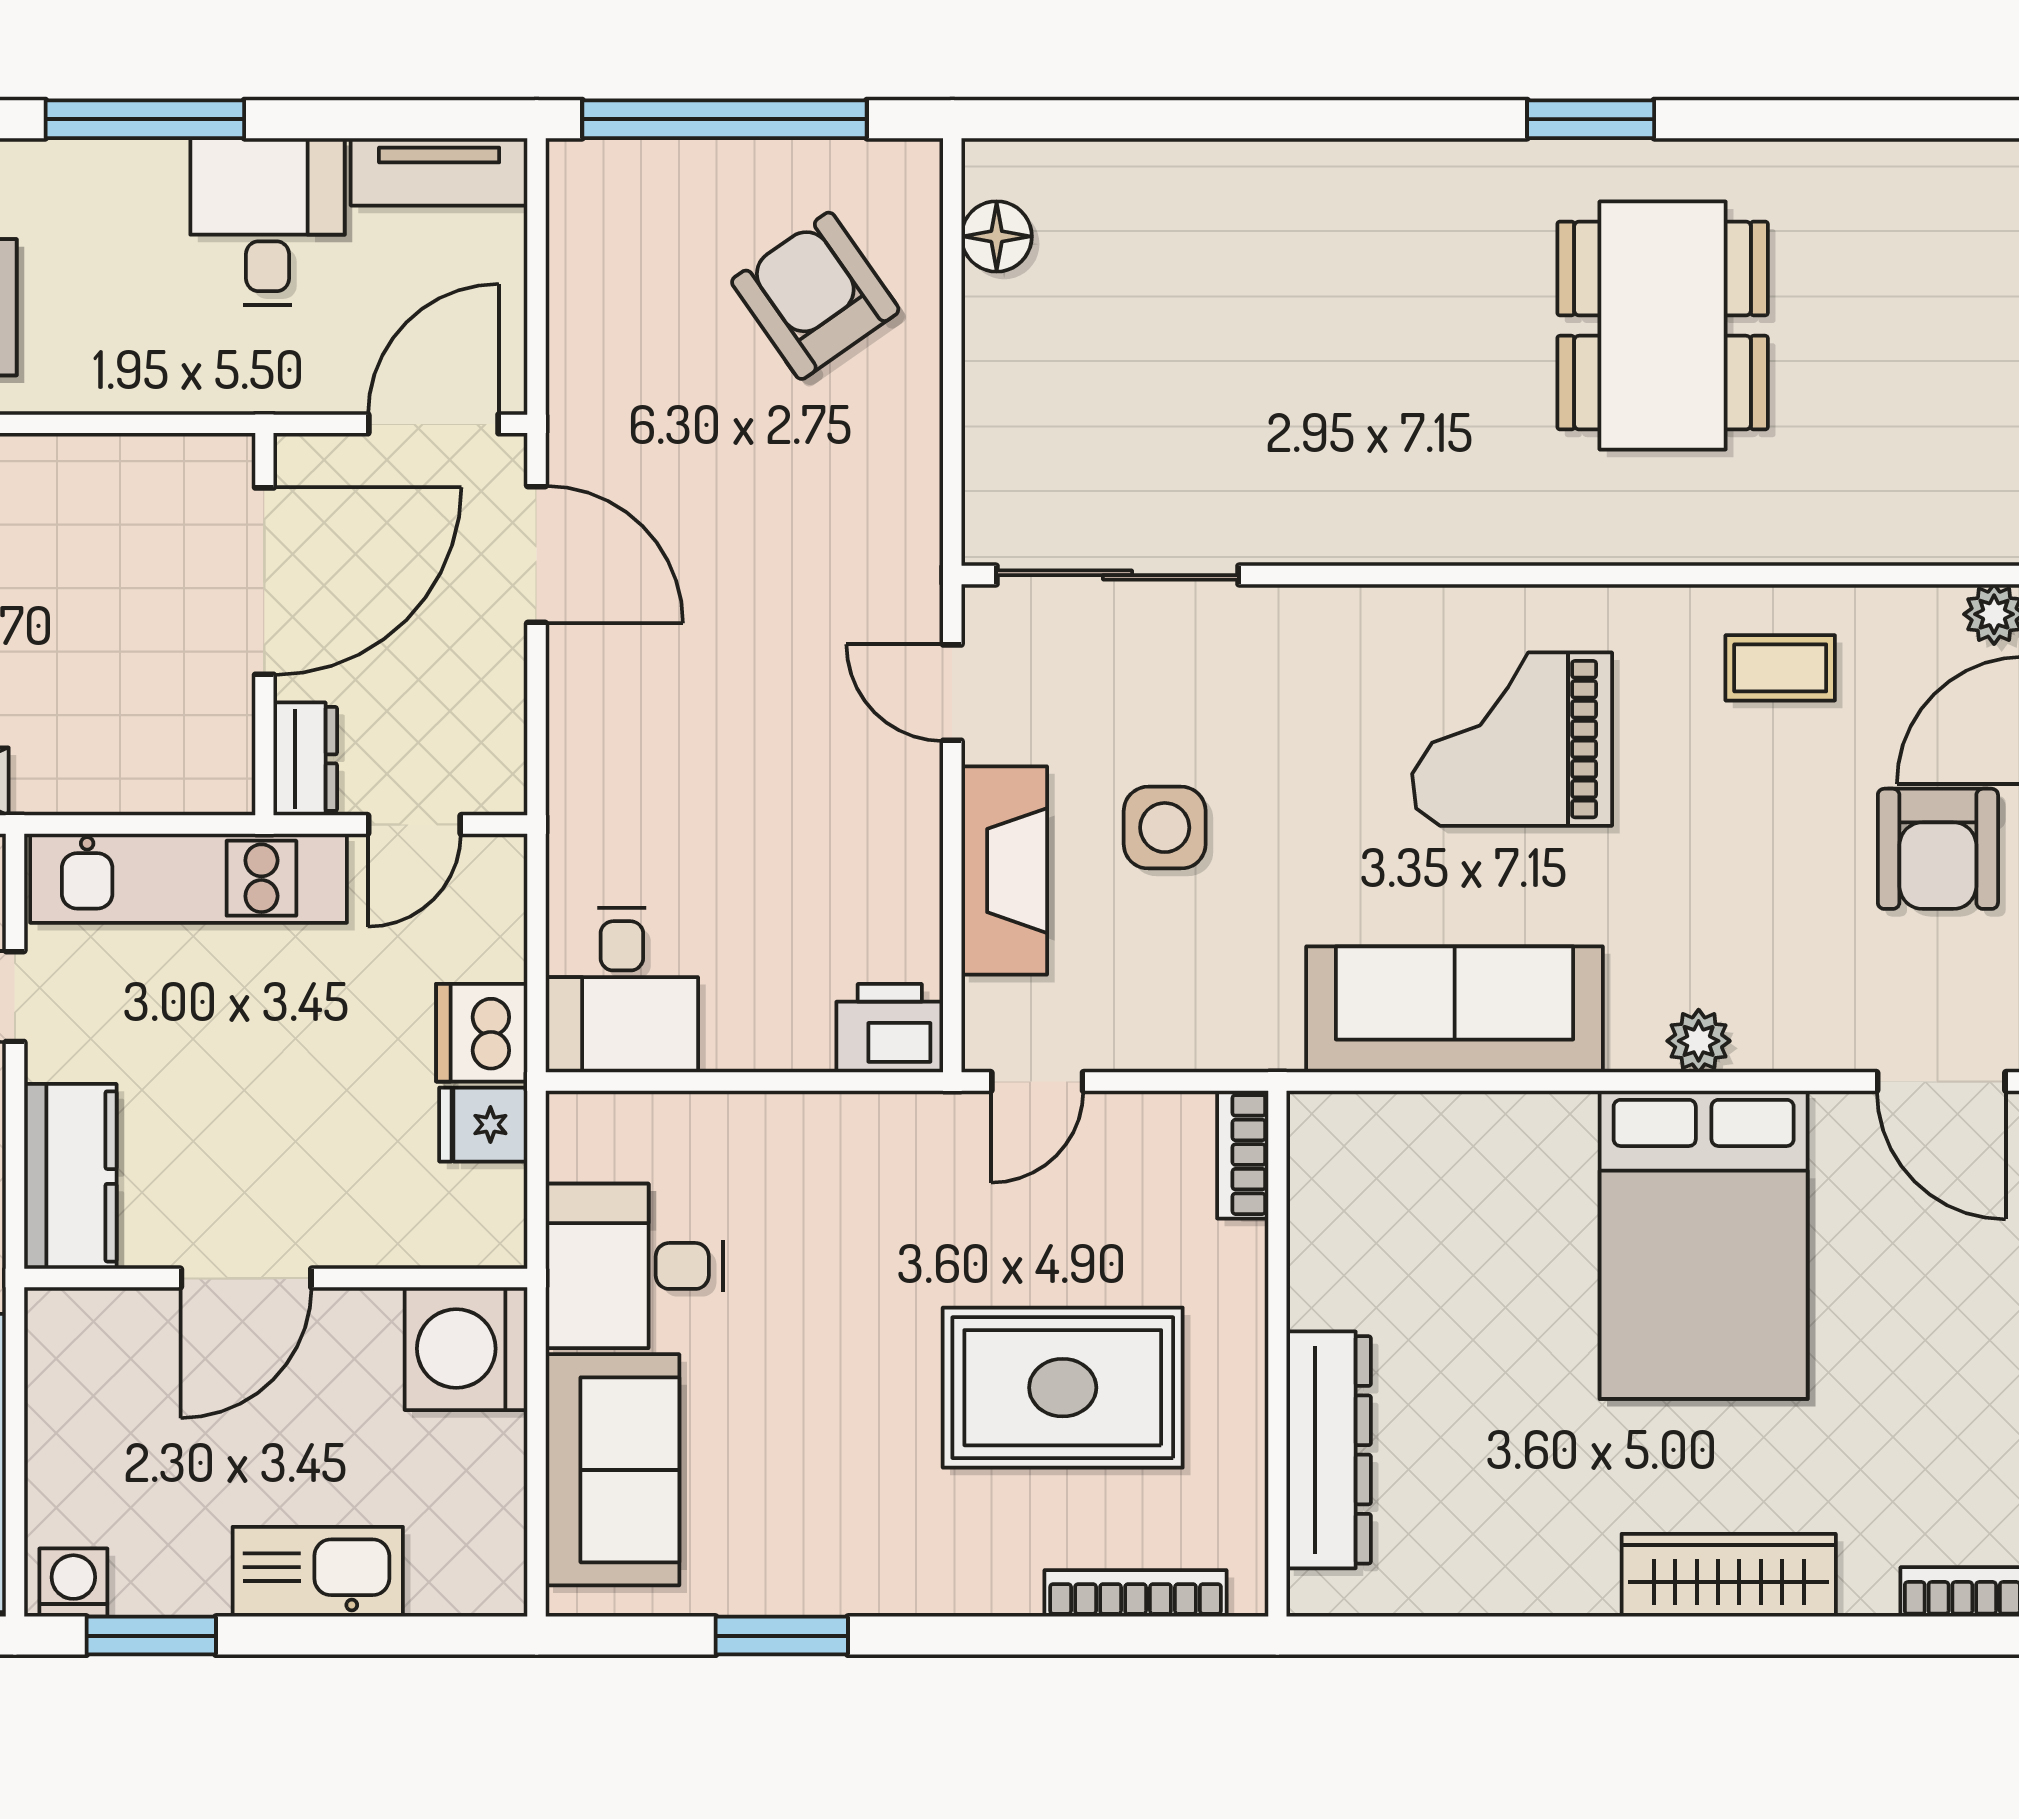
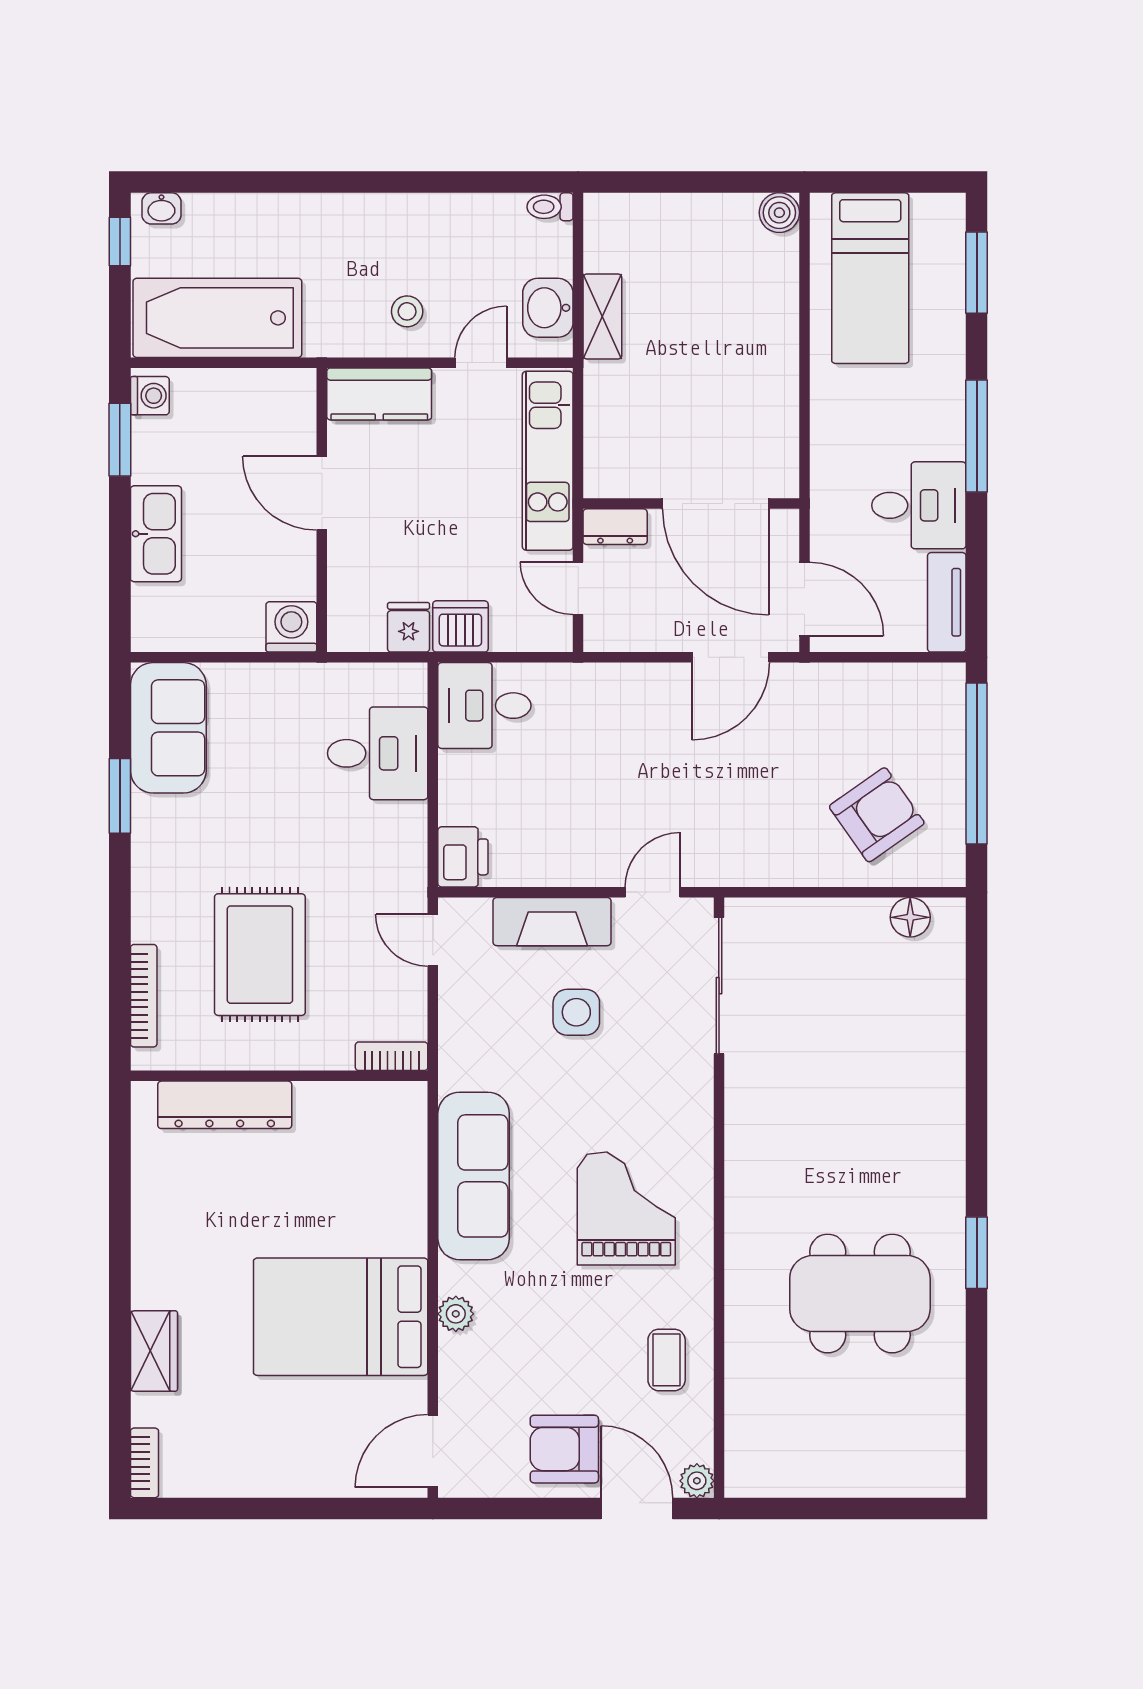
desk: (634, 1266) -> (378, 753), moved, turned 90
washing machine: (466, 1349) -> (291, 627), width x0.73, depth x0.73
sofa: (612, 1470) -> (168, 728), moved, turned -90
wardrobe: (1729, 1575) -> (154, 1351), width x0.67

